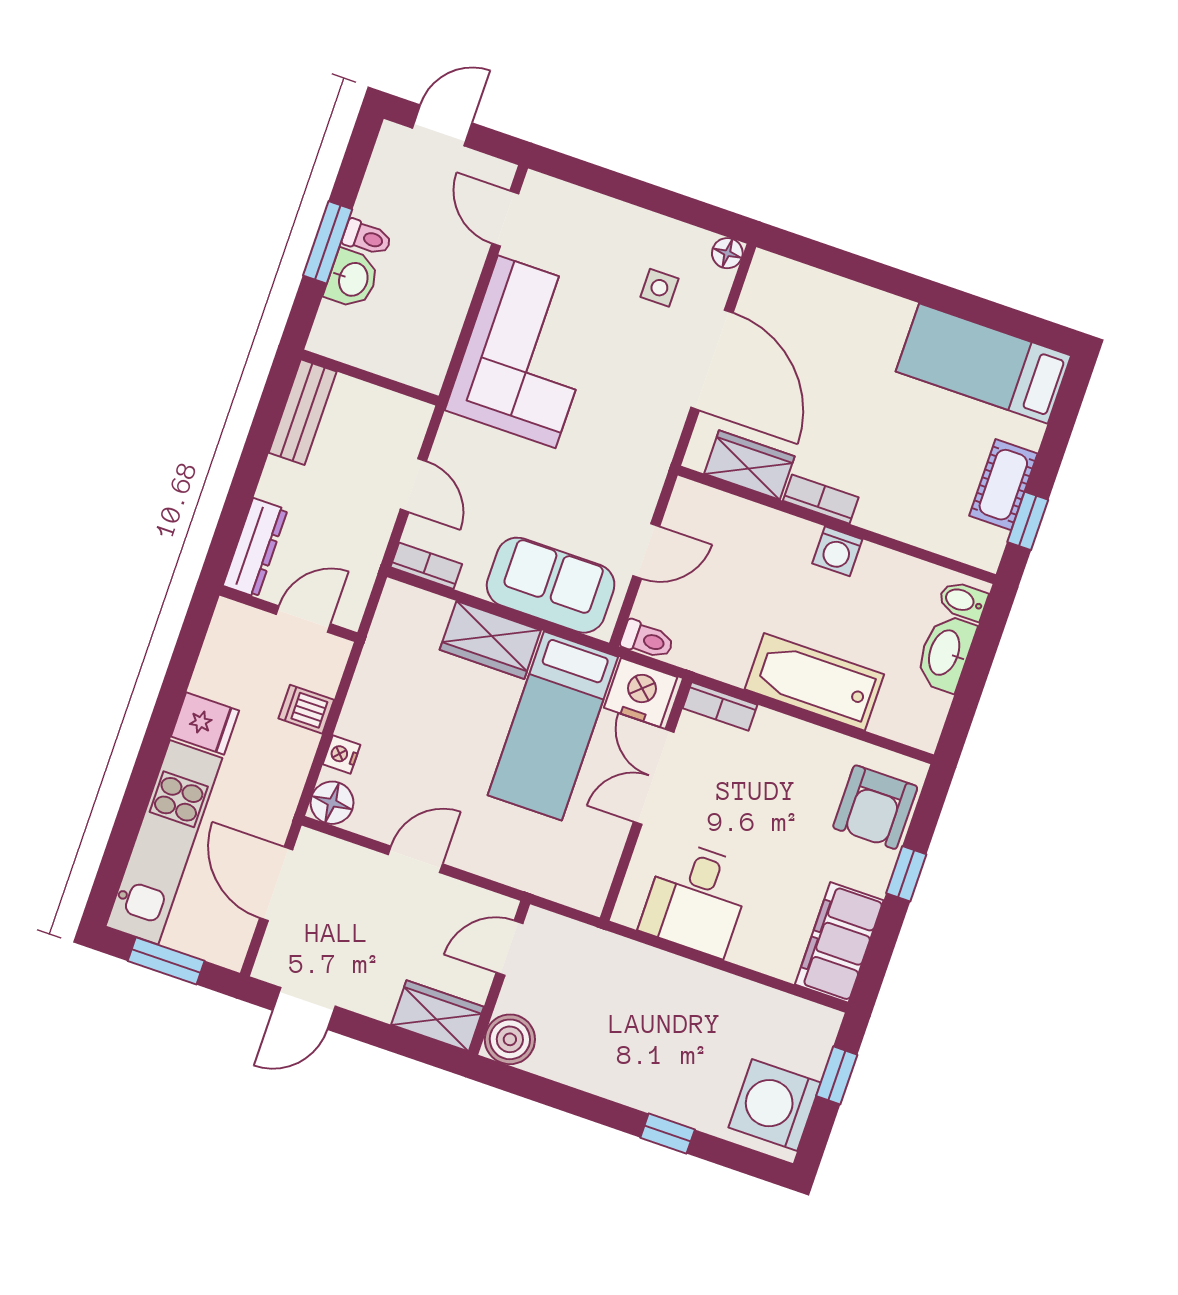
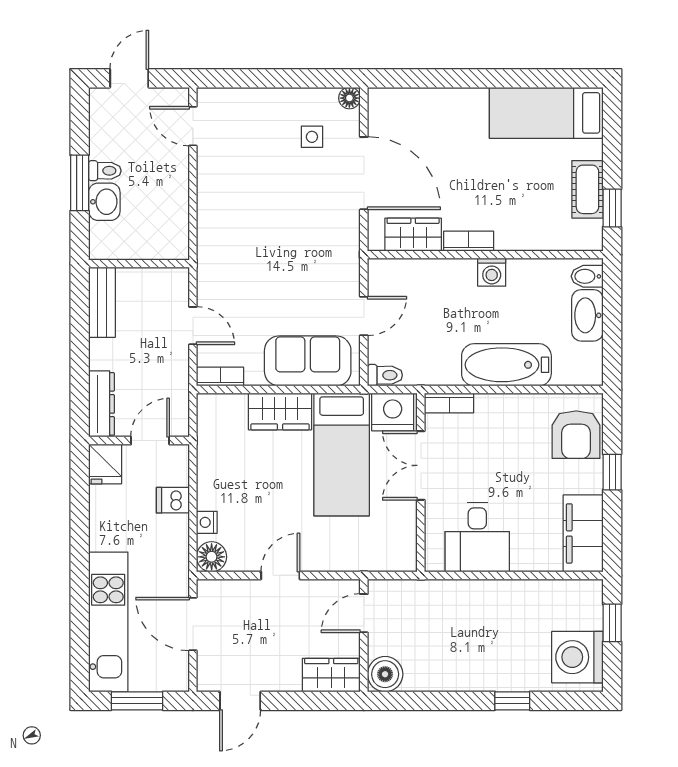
corner sofa: (527, 352) -> (238, 210), removed
fridge: (205, 723) -> (105, 464), moved, turned 90

